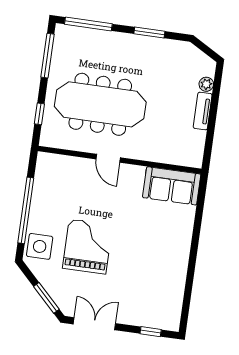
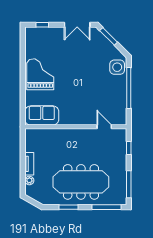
meeting table: (100, 104) -> (81, 182), moved
door: (108, 158) -> (104, 127), moved
grand piano: (88, 246) -> (40, 74), moved, turned 180

